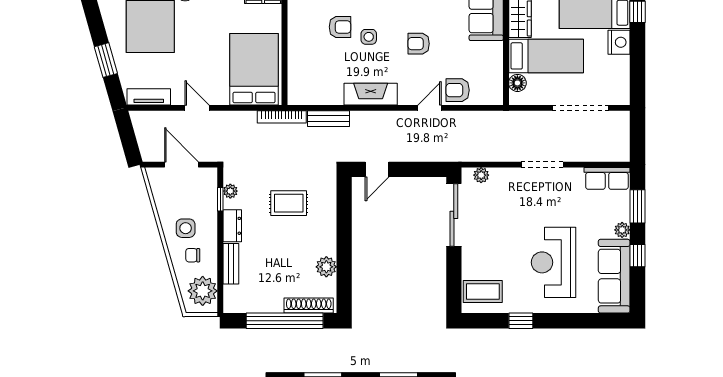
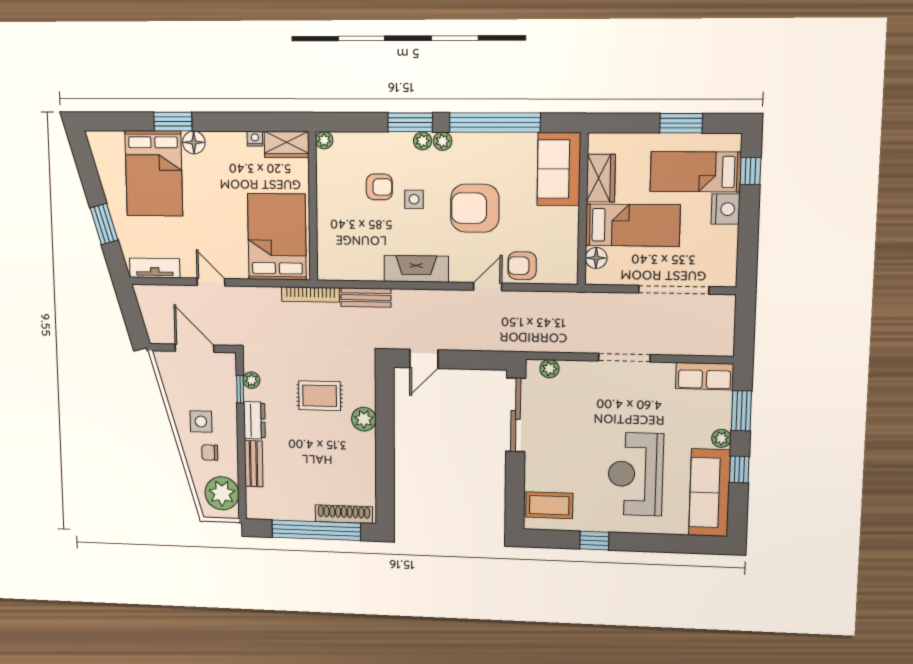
armchair: (419, 44) -> (475, 208), width x1.88, depth x1.88
plant: (326, 267) -> (364, 419), moved

